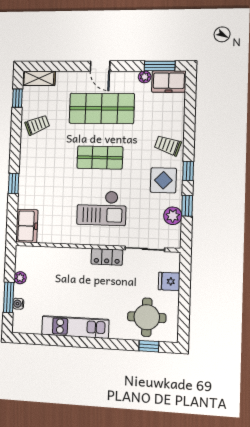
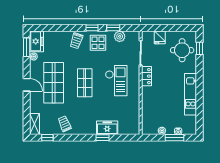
door: (100, 66) -> (27, 85), hinge flipped
freezer: (27, 226) -> (107, 128), moved

